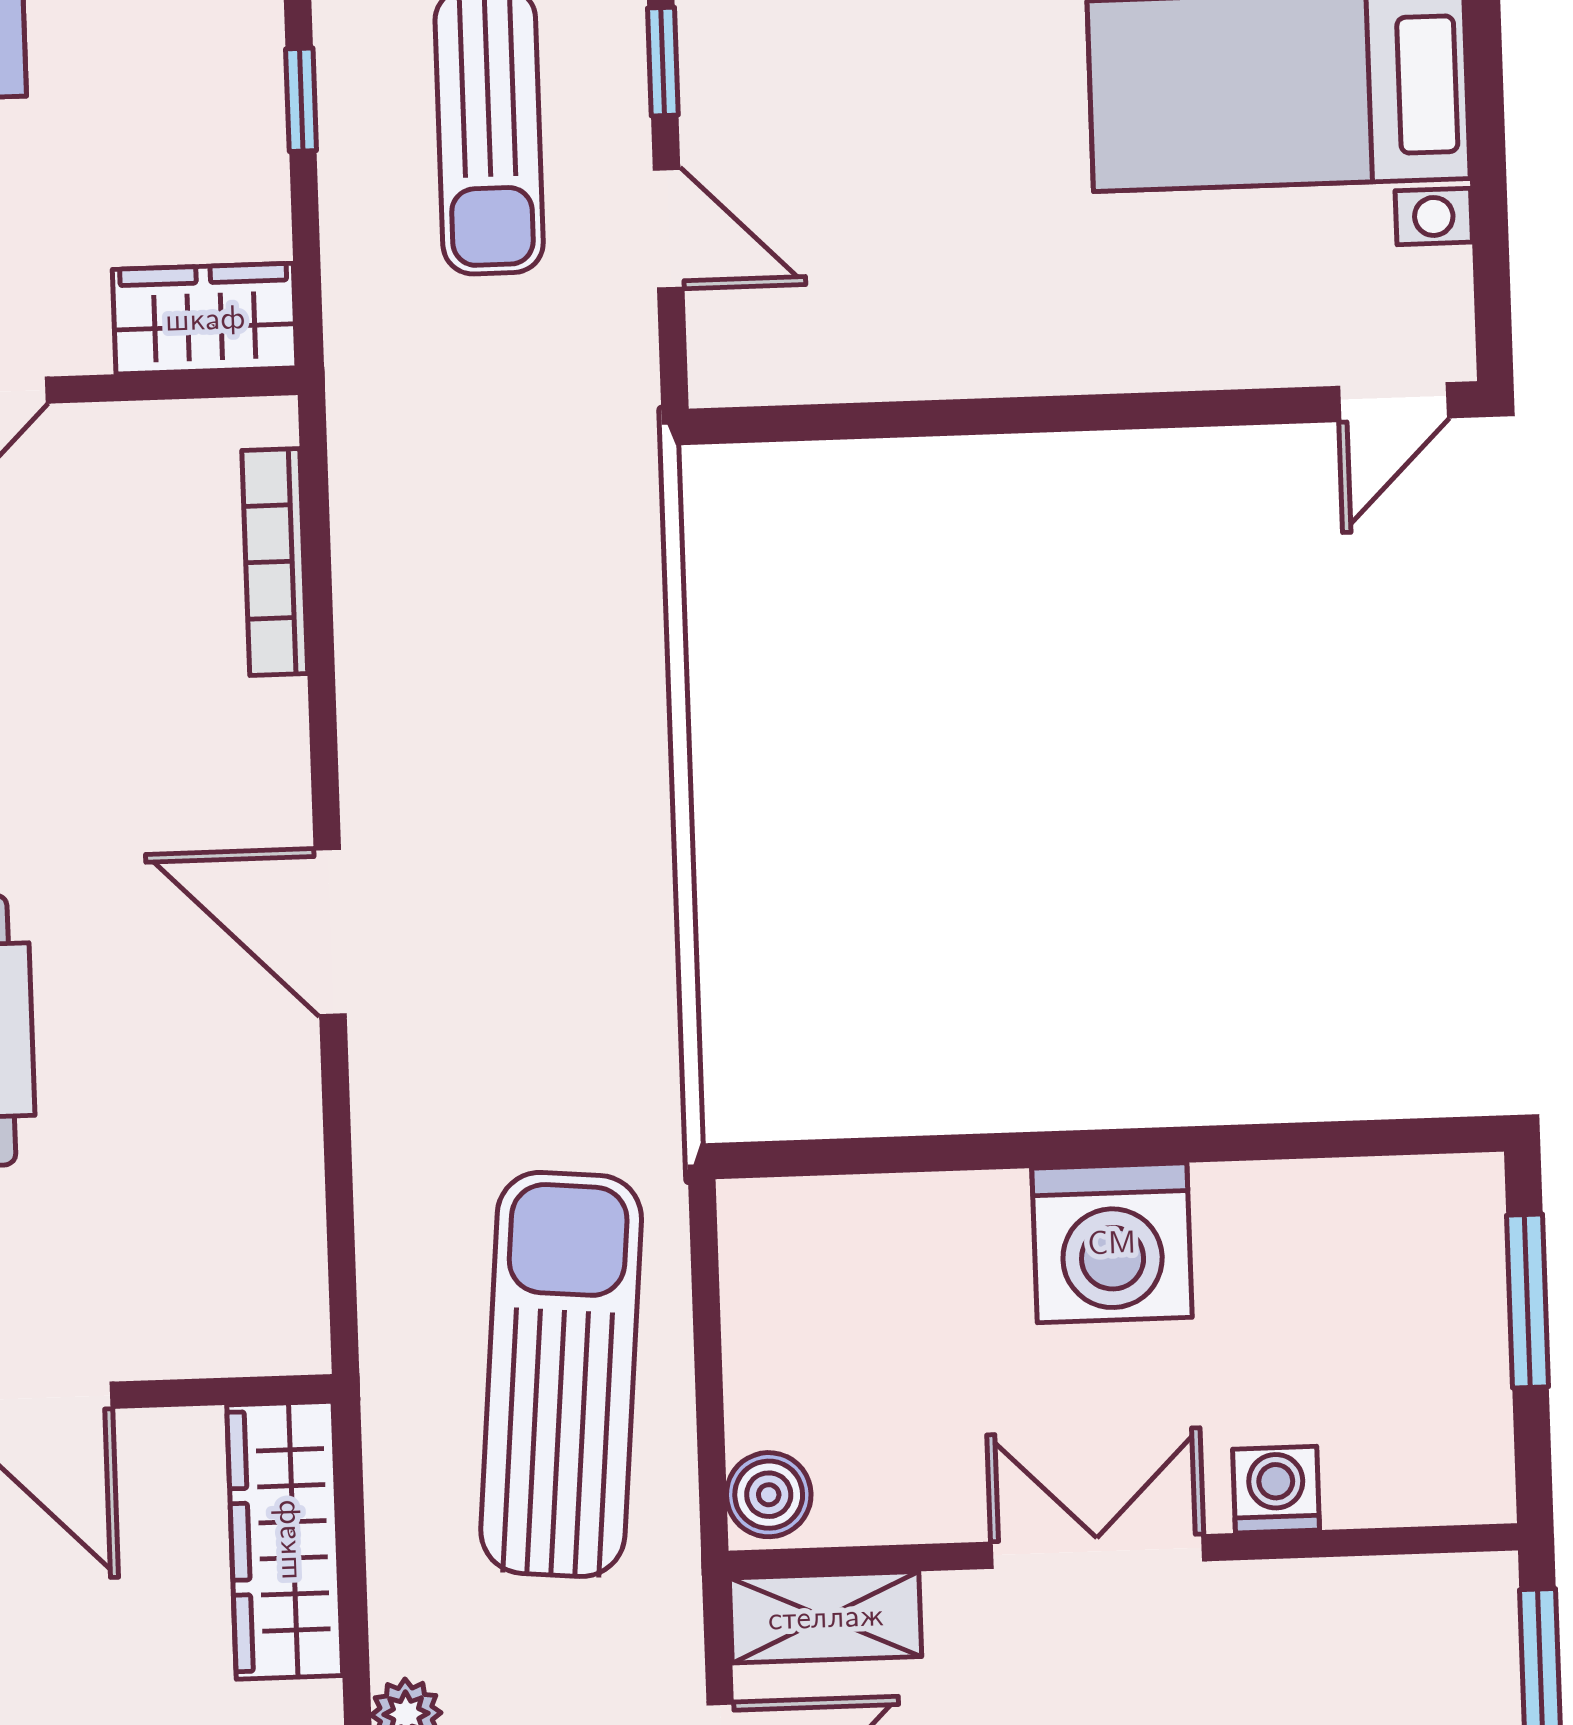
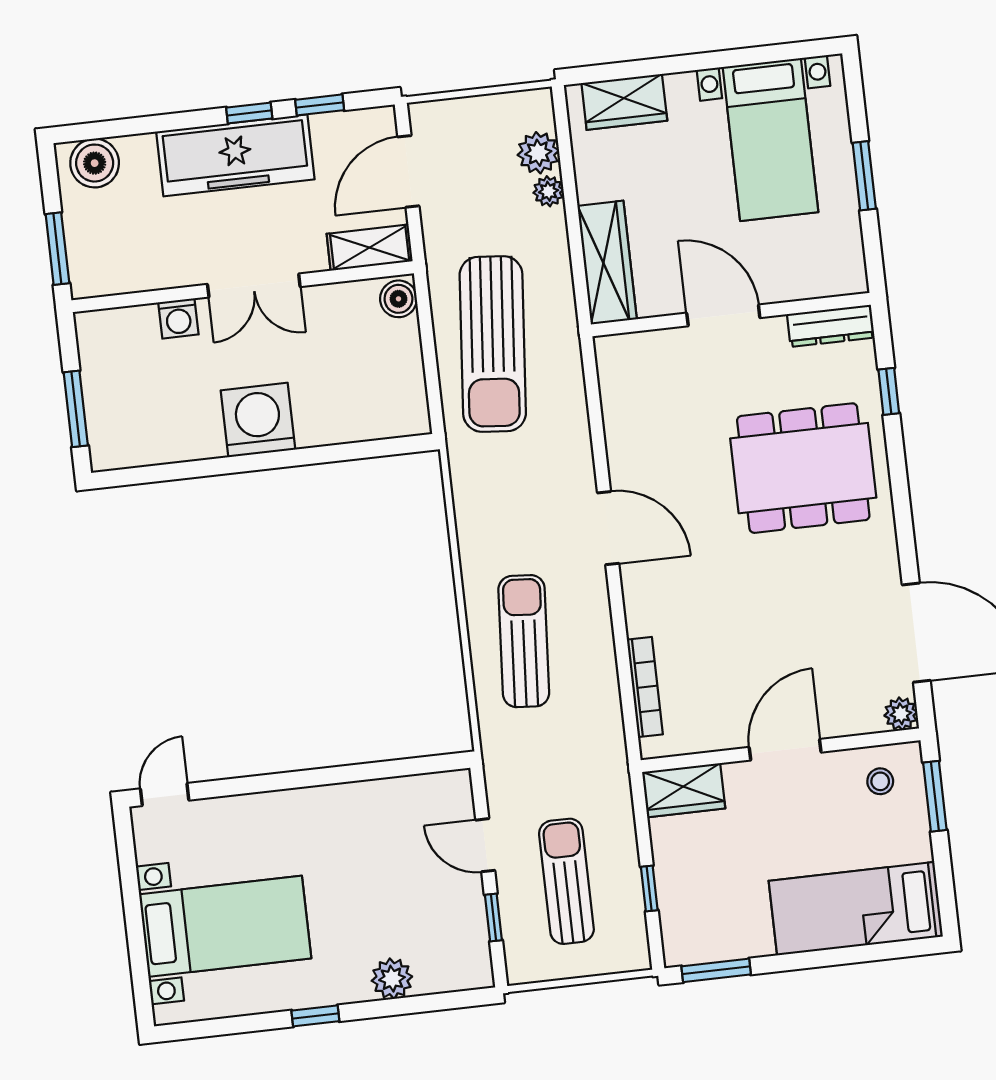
sun lounger: (544, 689) -> (524, 641), added

